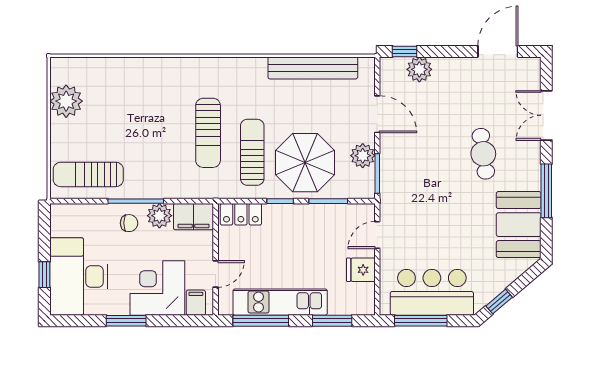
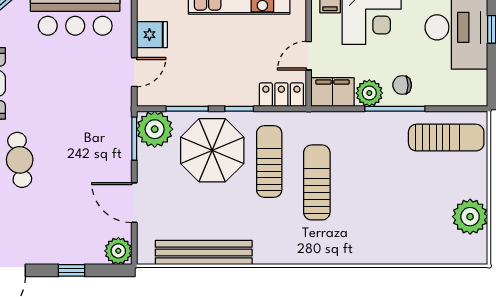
window: (405, 51) -> (72, 270), moved
plant: (419, 69) -> (118, 251), moved
sun lounger: (252, 152) -> (269, 161), turned 180
plant: (363, 156) -> (155, 129), moved, width x1.36, depth x1.36
door: (216, 274) -> (309, 56), moved

